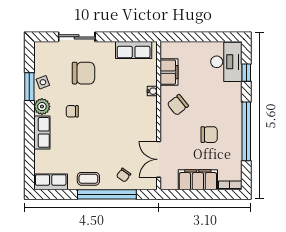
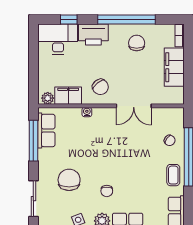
sliding door: (77, 37) -> (33, 199), moved
window: (123, 37) -> (33, 141), added
plant: (166, 51) -> (48, 98), added
printer: (231, 98) -> (93, 34), added
chair: (209, 135) -> (137, 43), moved
double door: (159, 159) -> (134, 106), moved

